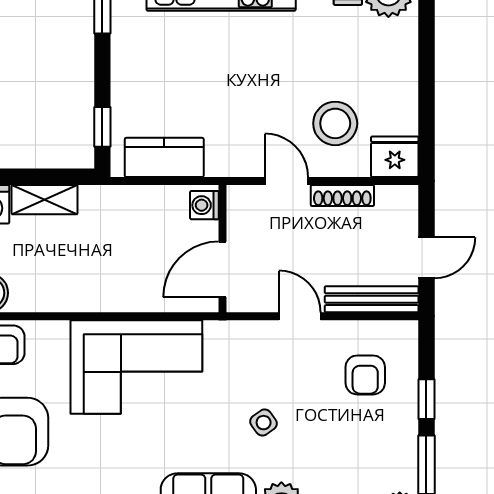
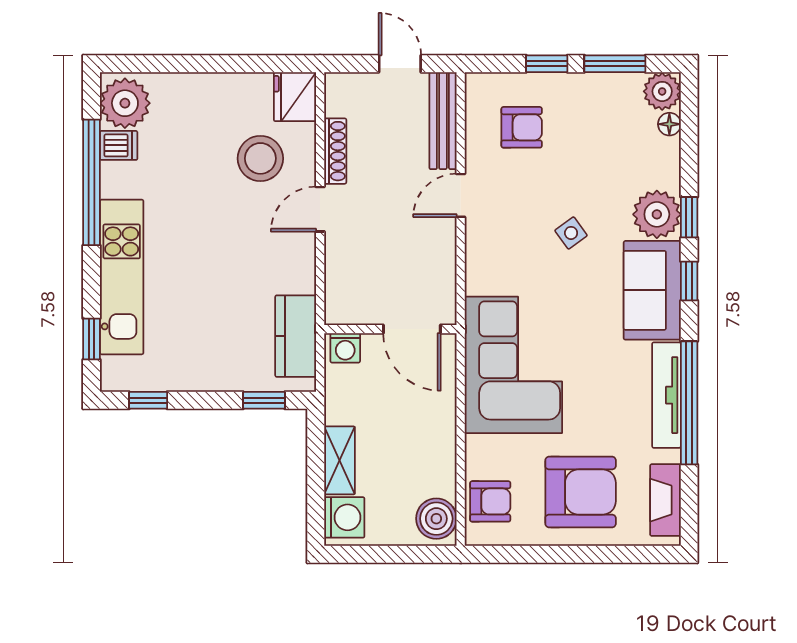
washing machine: (204, 205) -> (345, 348), moved
wall: (223, 249) -> (390, 329), moved
door: (223, 269) -> (412, 329), moved

